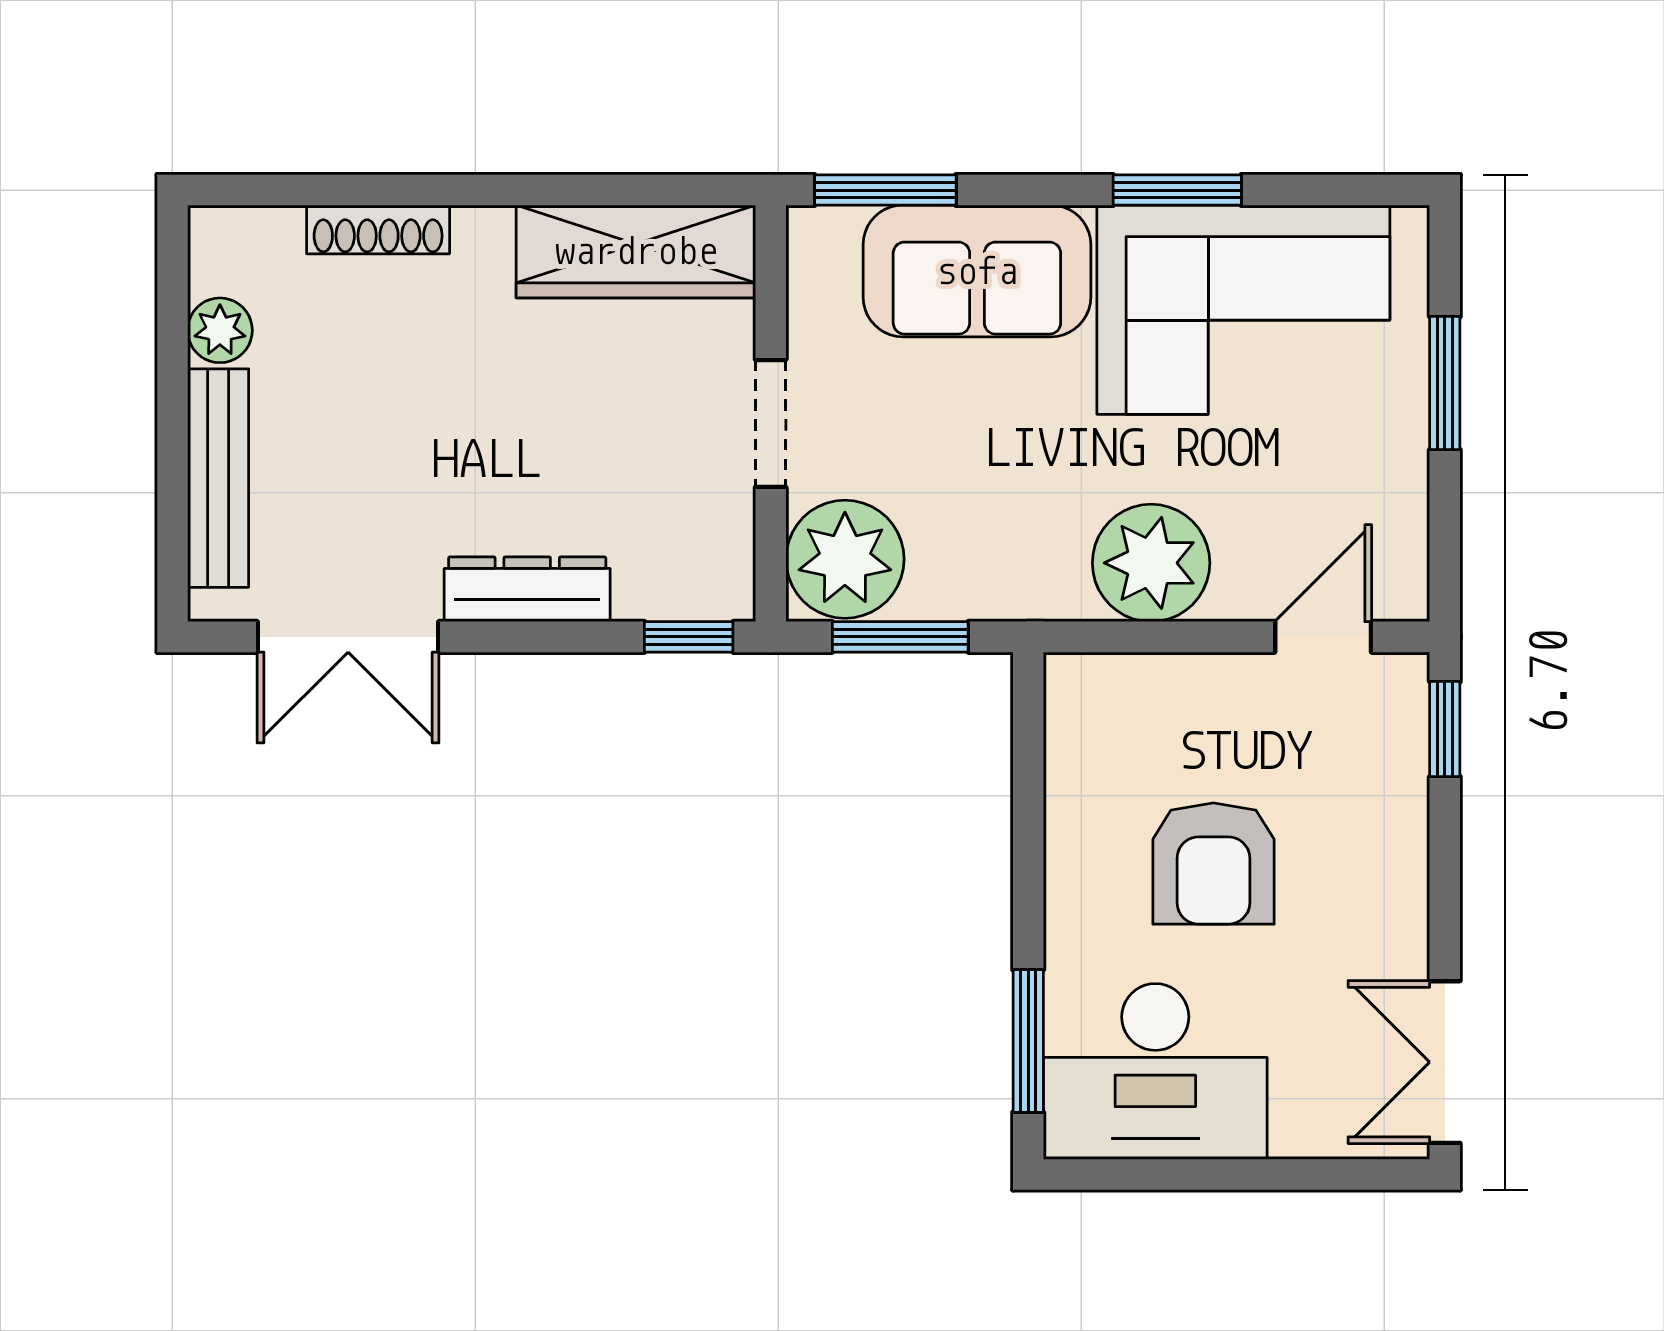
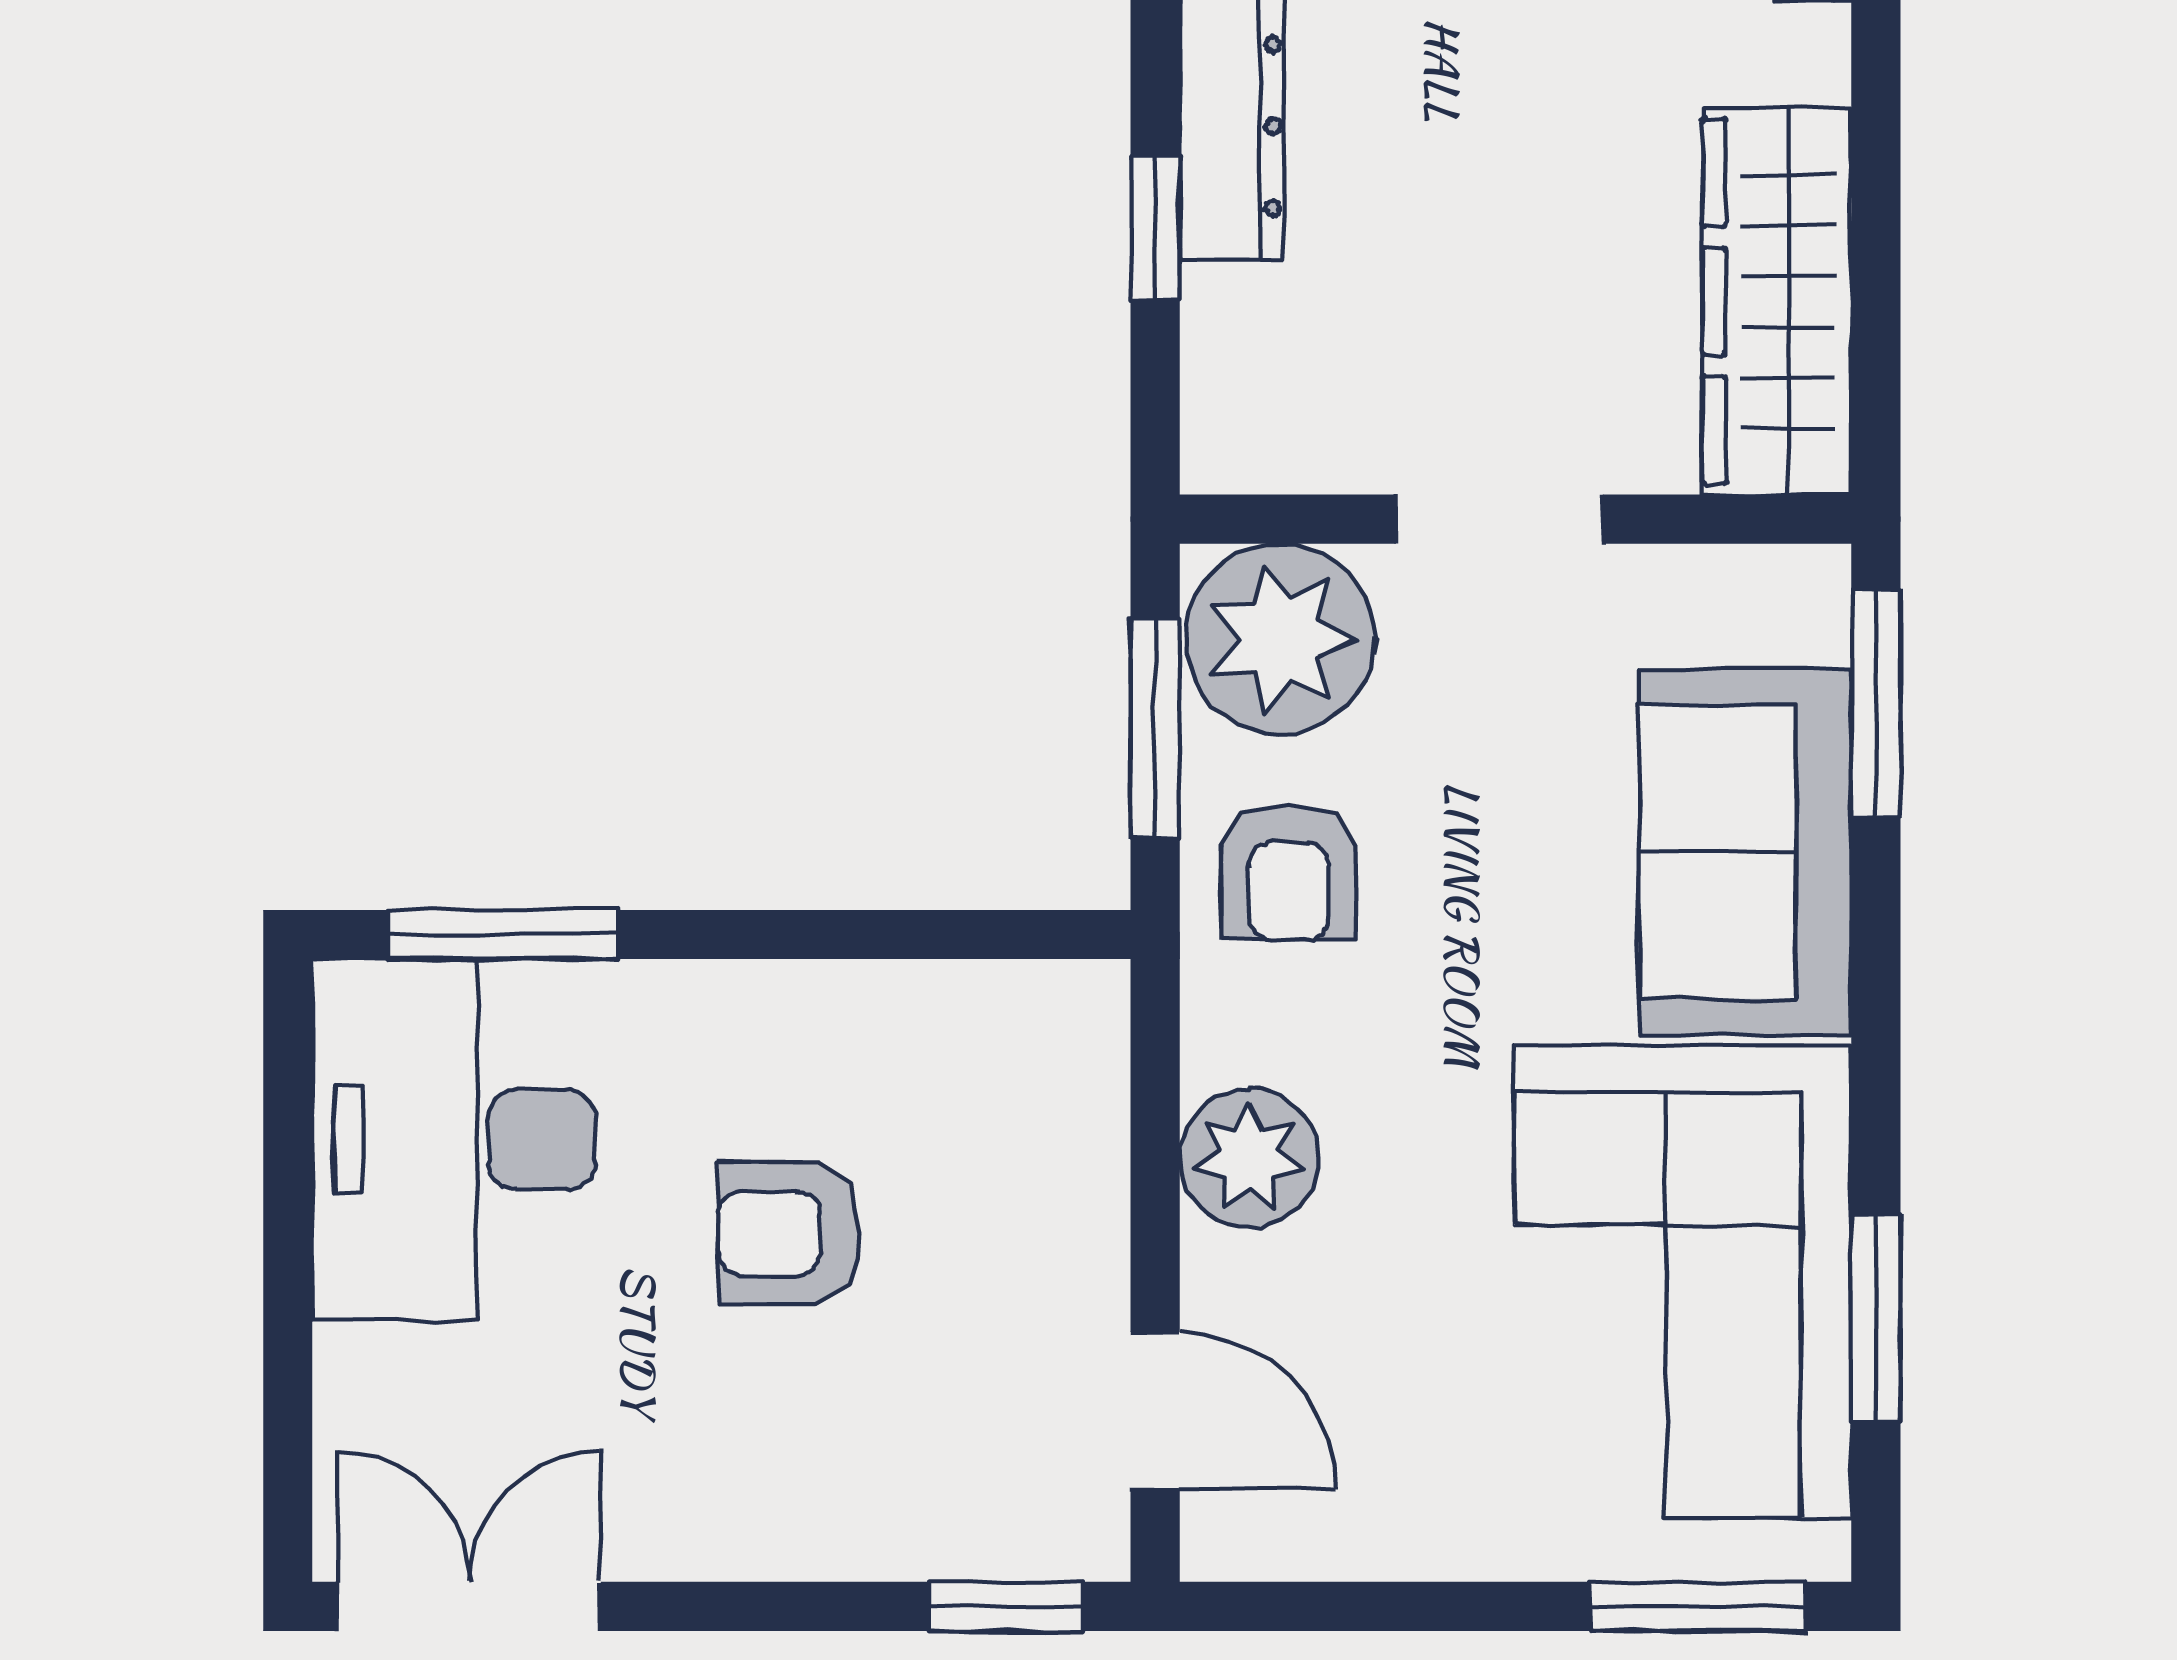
window: (1177, 190) -> (1876, 1319), moved
window: (1445, 383) -> (1699, 1606), moved
armchair: (990, 554) -> (1289, 872), added
plant: (1151, 563) -> (1249, 1158), width x0.73, depth x0.73
window: (689, 637) -> (1155, 228), moved
armchair: (1213, 864) -> (790, 1233), width x0.72, depth x0.72

